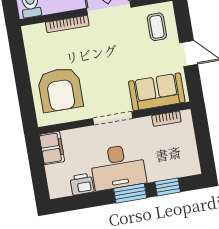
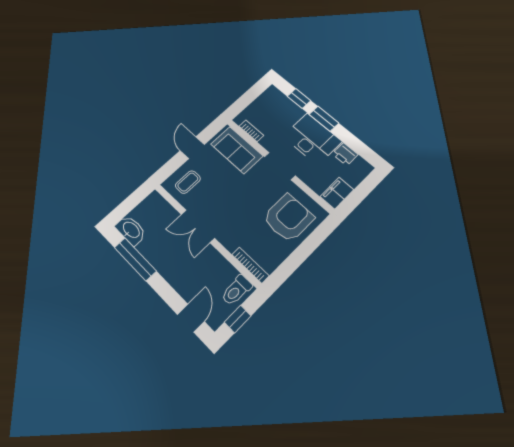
bookcase: (67, 24) -> (250, 265), moved

